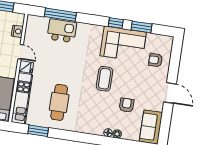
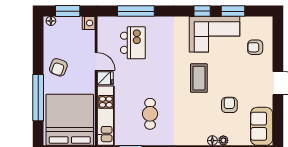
nightstand: (17, 31) -> (89, 23), moved
kitchen island: (62, 31) -> (133, 43), moved, turned 90
cafe table: (59, 102) -> (150, 114), width x0.73, depth x0.74

